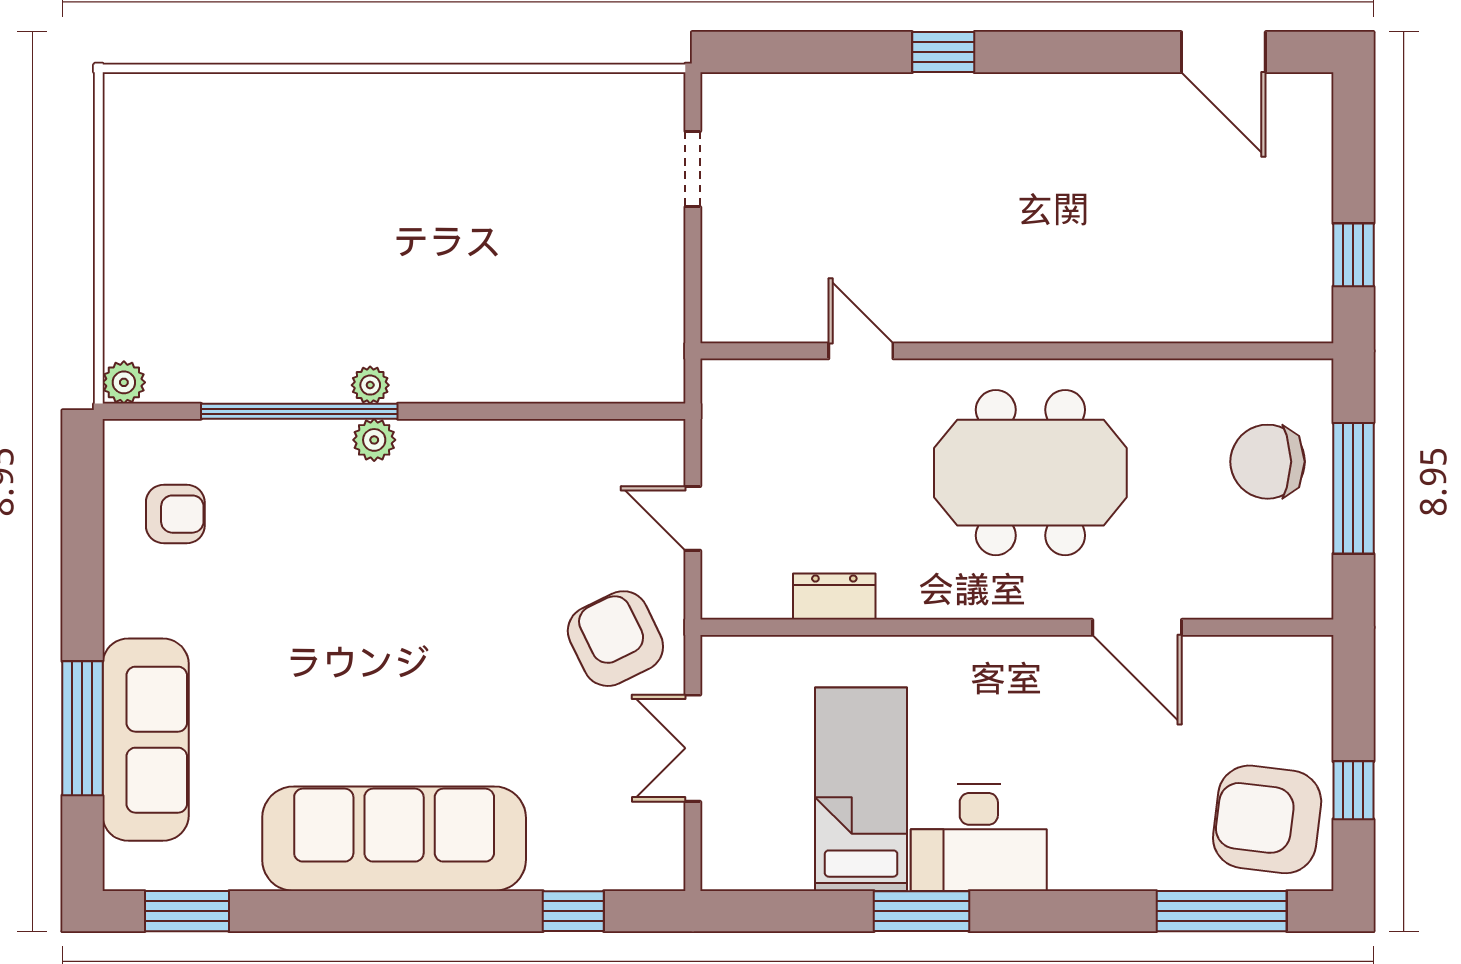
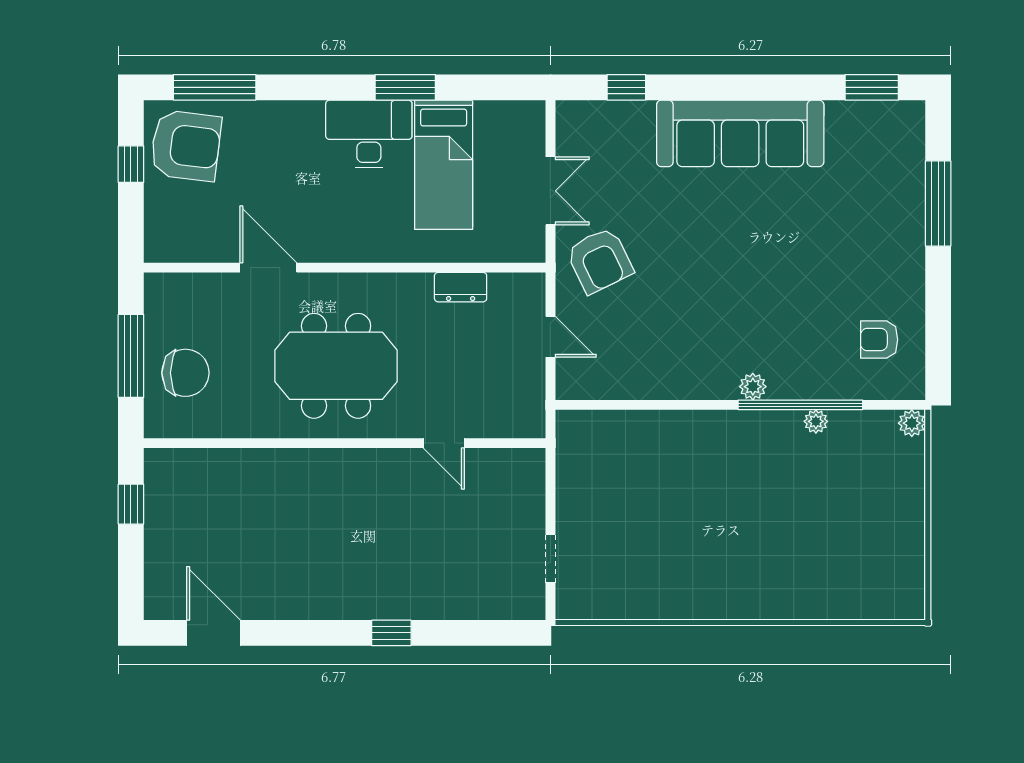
plant: (370, 385) -> (816, 421), moved
sofa: (146, 740) -> (898, 196), removed

